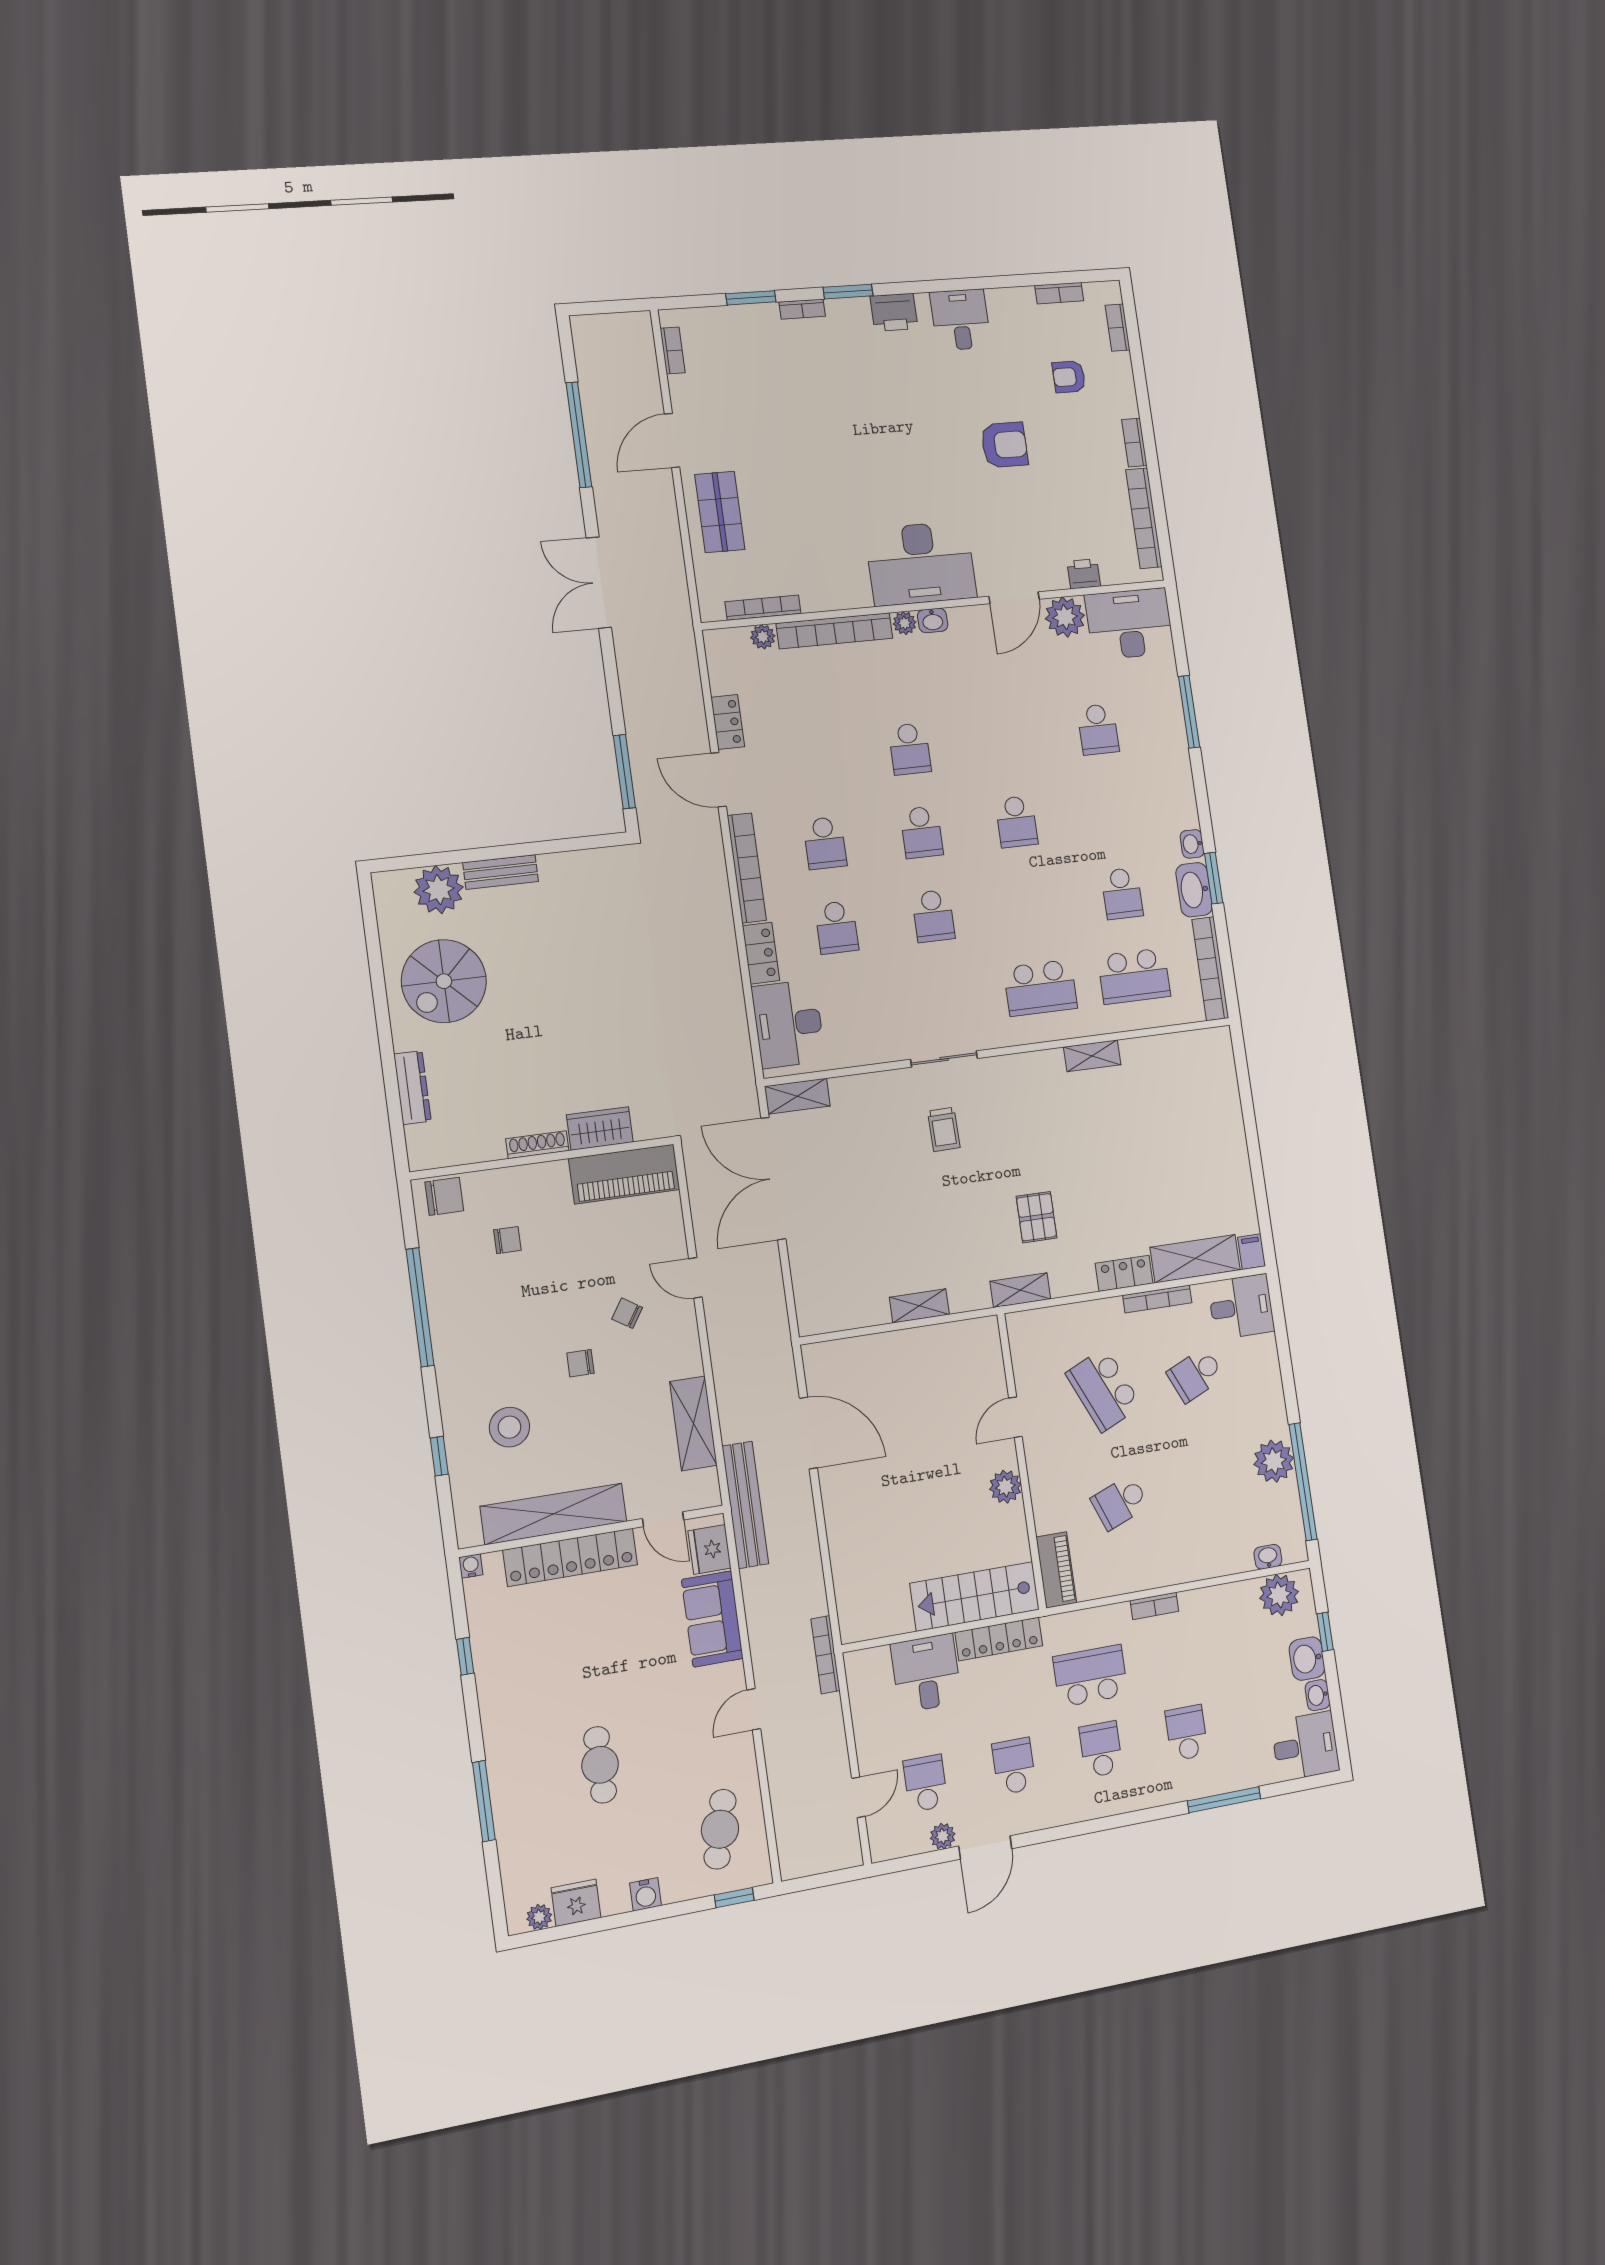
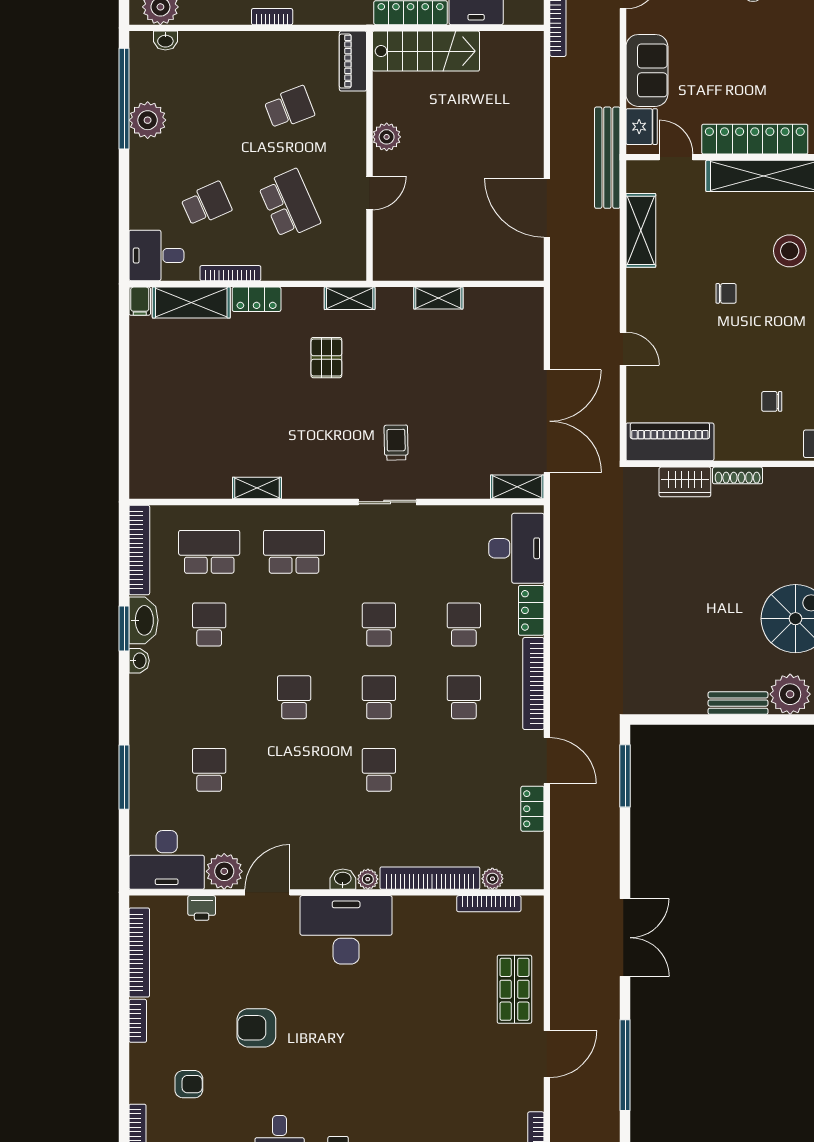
chair: (627, 1313) -> (683, 328), removed

